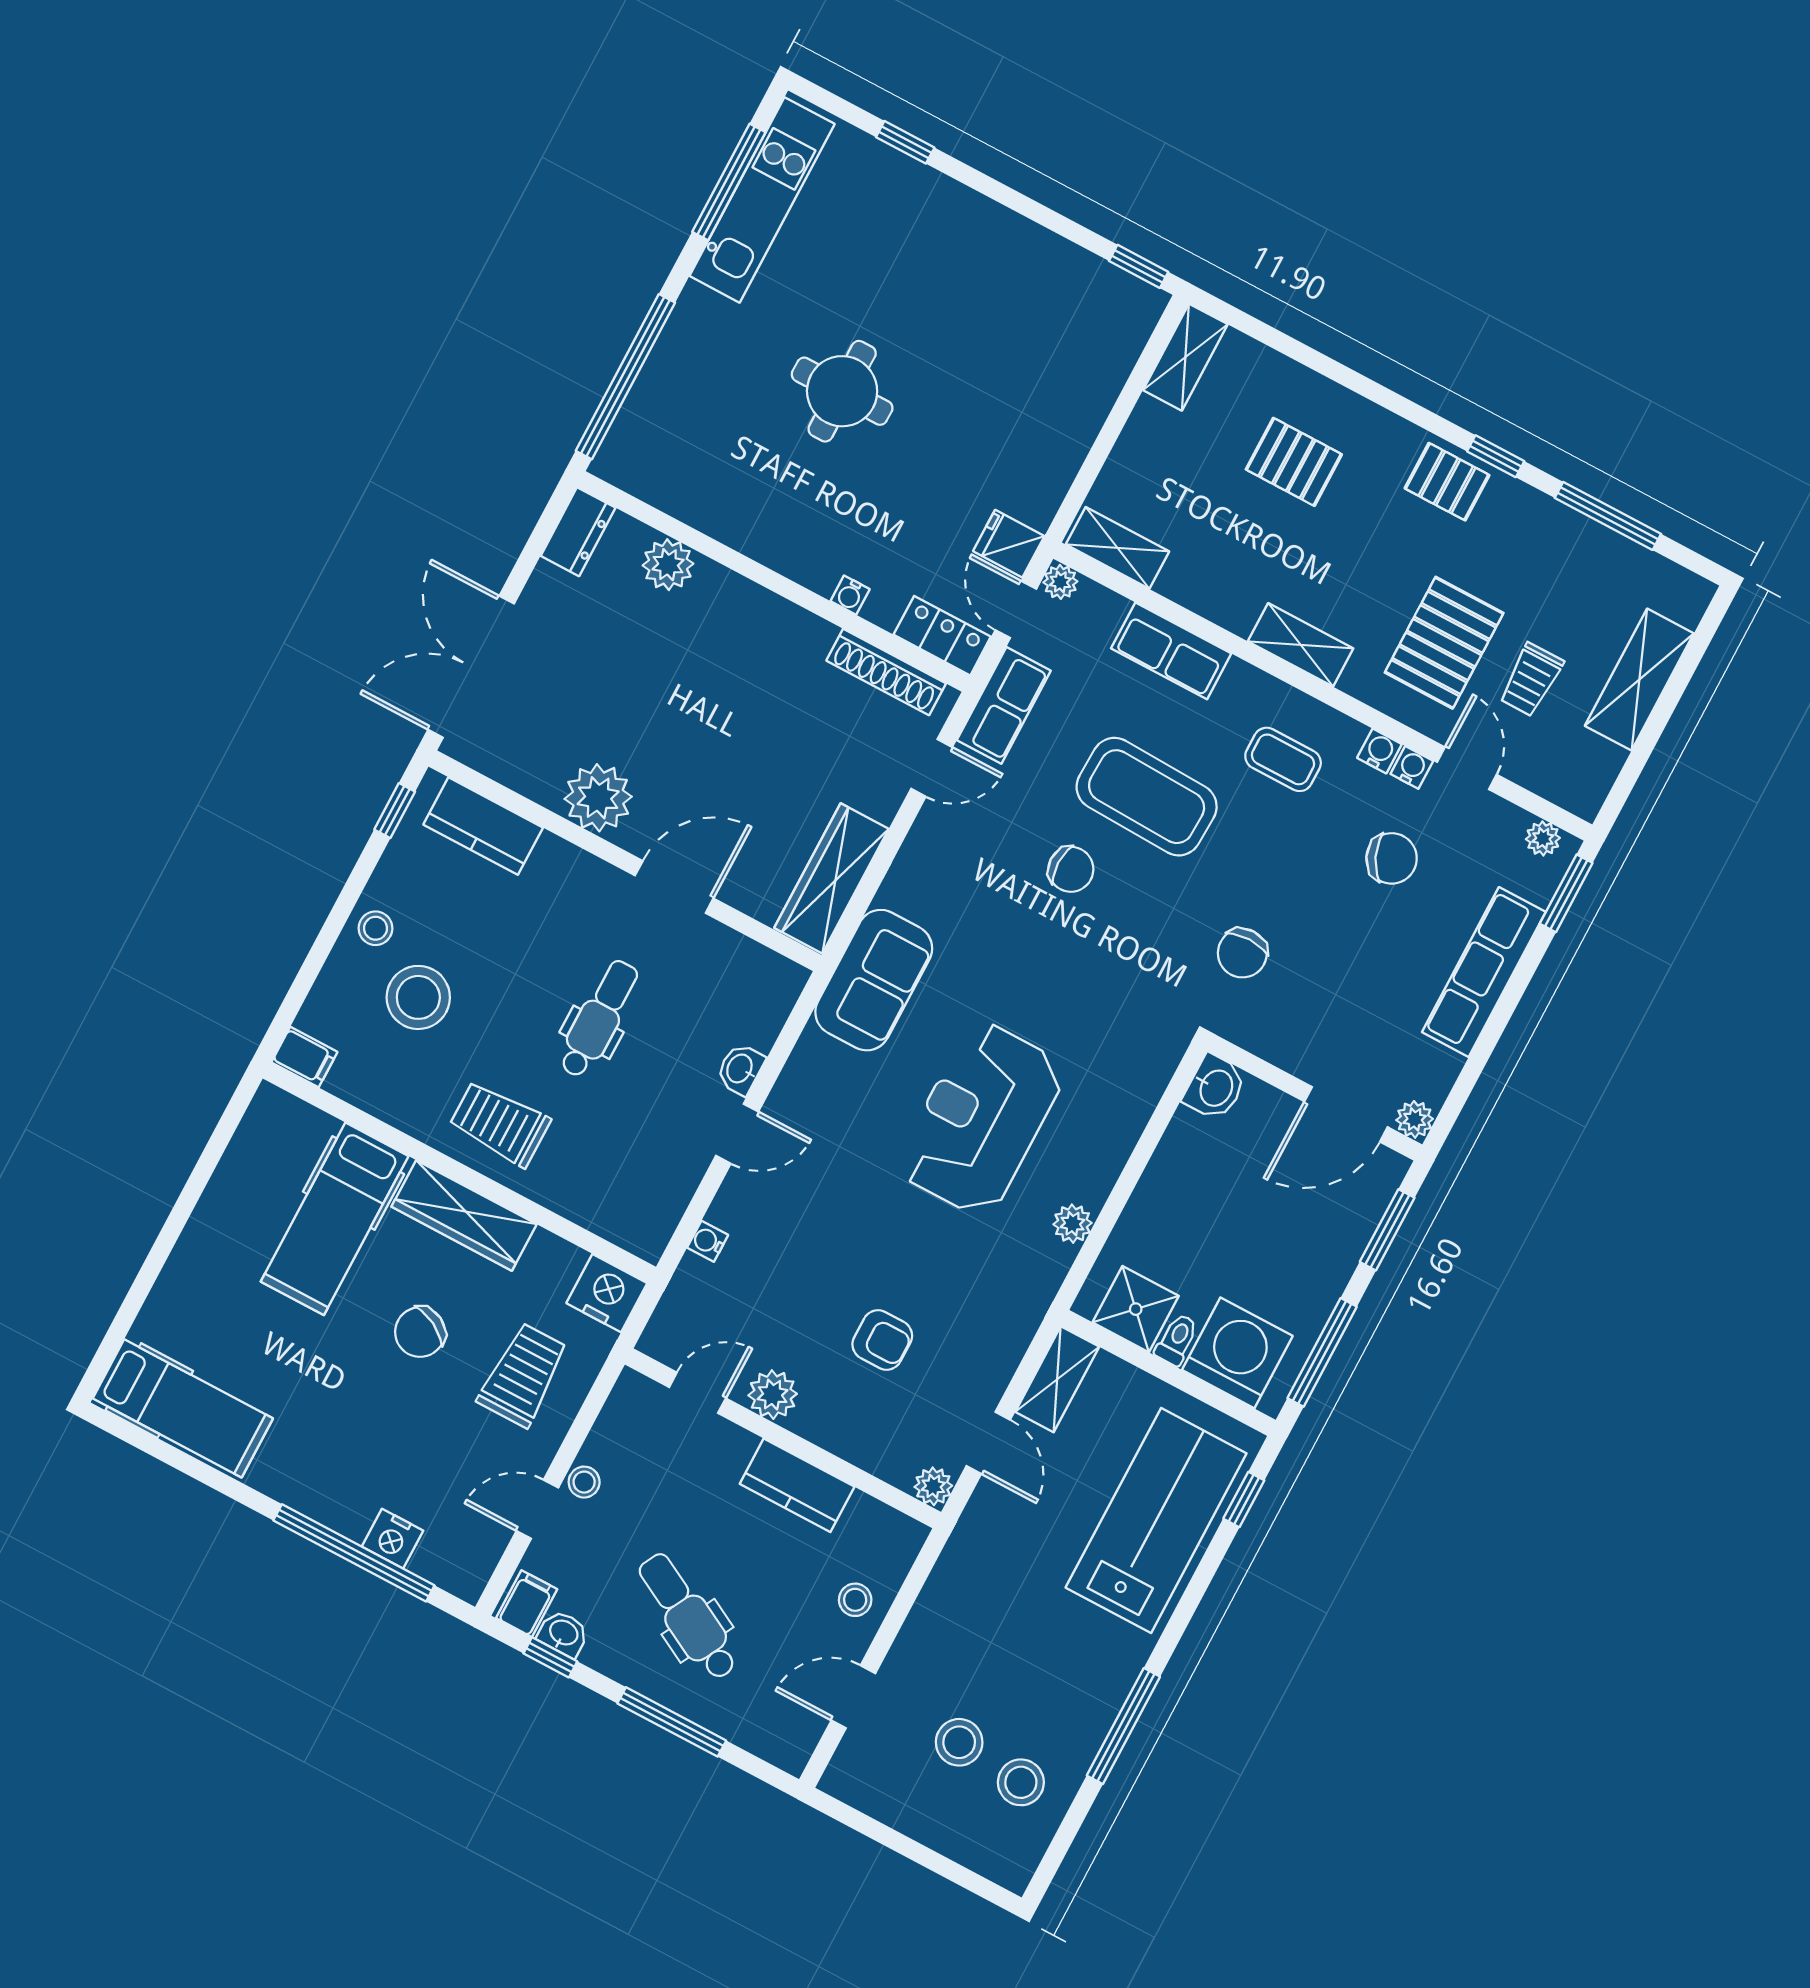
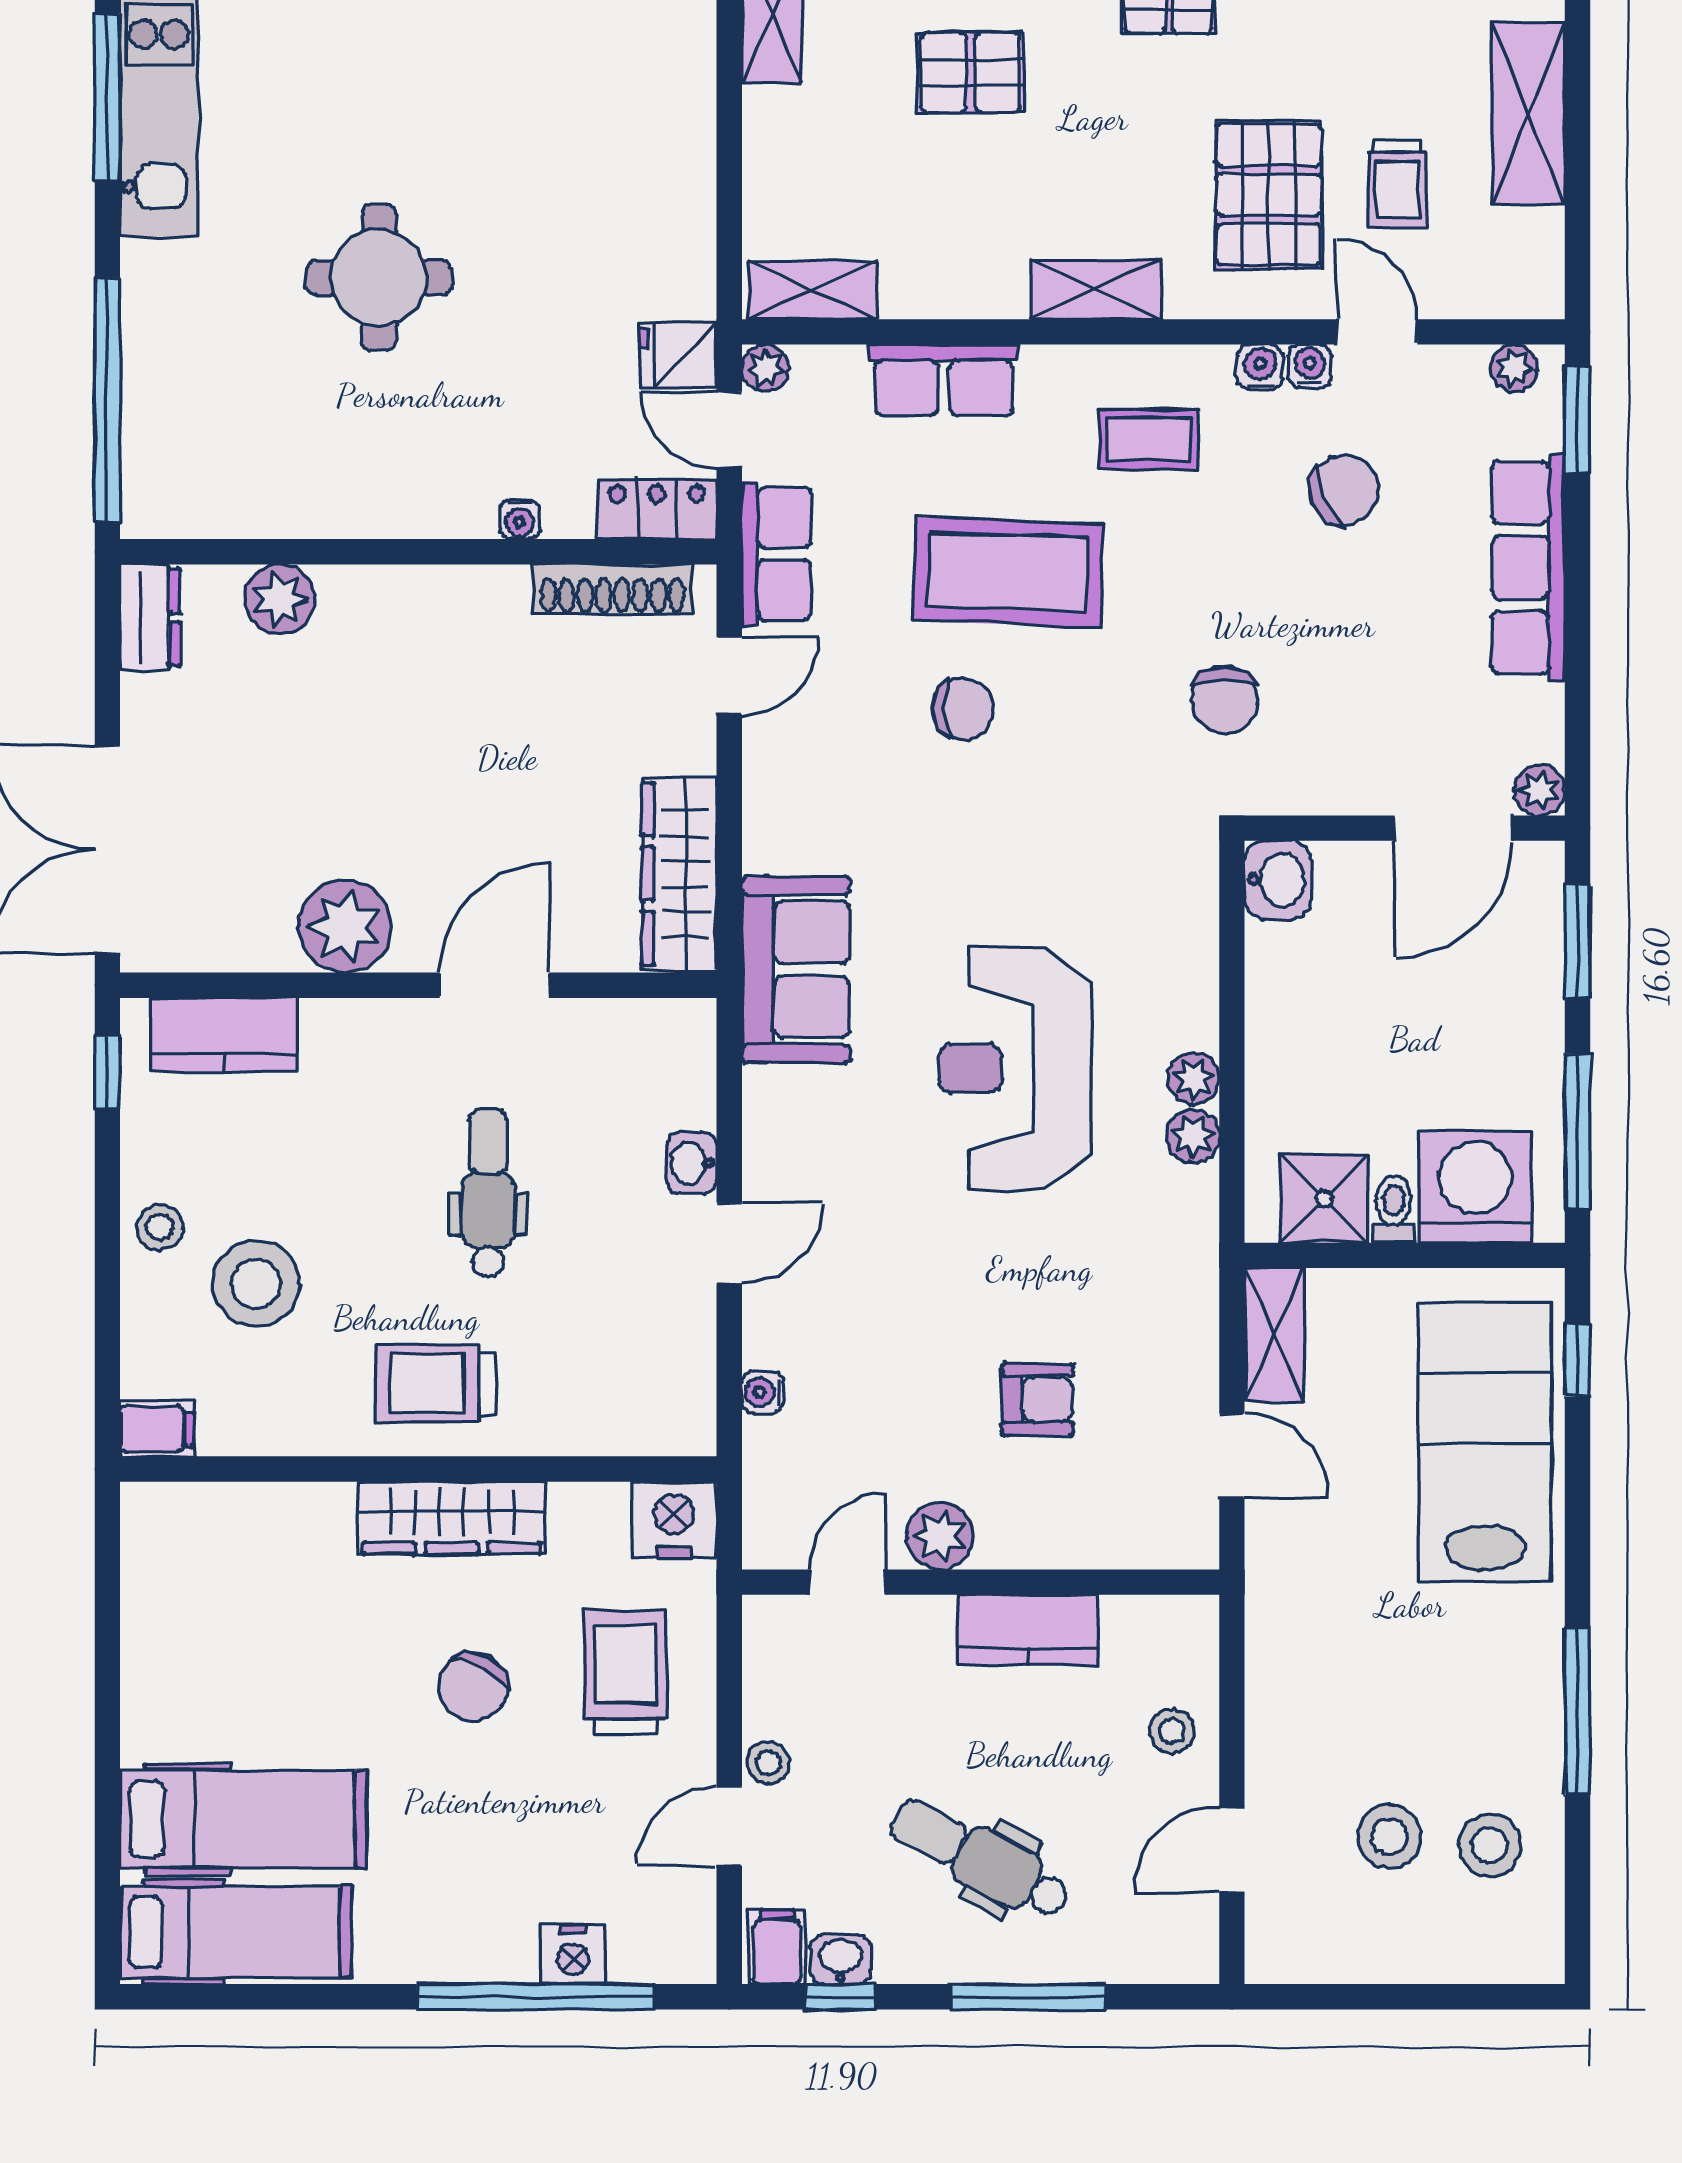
hospital bed: (335, 1219) -> (243, 1819), moved, turned -90
plant: (933, 1486) -> (1193, 1079), moved

